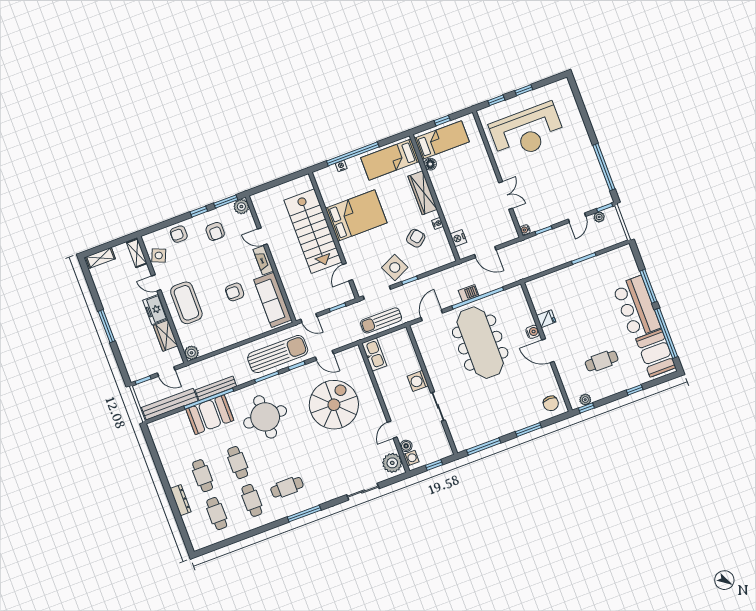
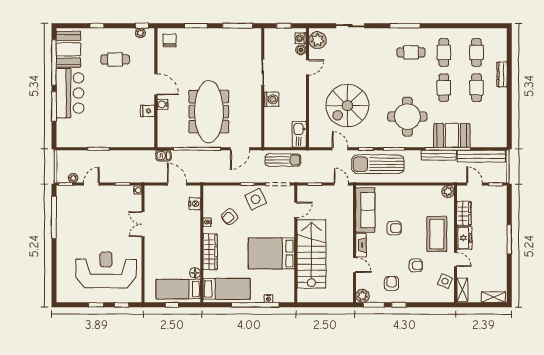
armchair: (179, 234) -> (416, 265), moved
barbecue: (469, 293) -> (164, 156), moved

